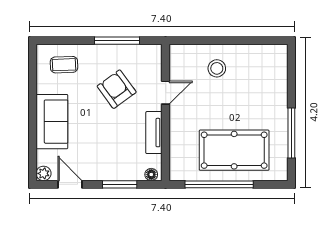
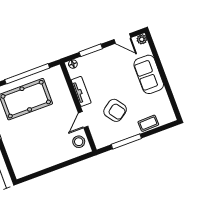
coffee table: (64, 65) -> (148, 123), moved
stool: (217, 68) -> (79, 142), moved

